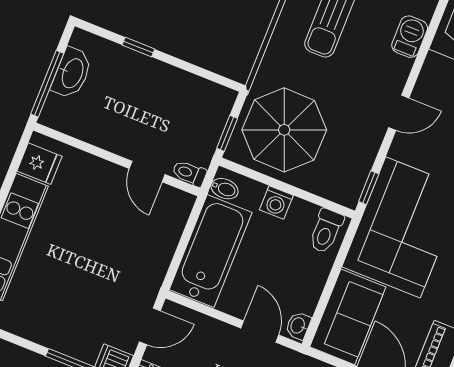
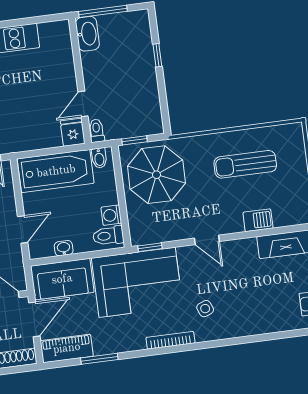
washbasin: (72, 73) -> (87, 34), moved, turned -90
fridge: (39, 164) -> (73, 132), moved, turned 180
washing machine: (276, 202) -> (111, 215), moved
washbasin: (298, 326) -> (64, 248), moved

